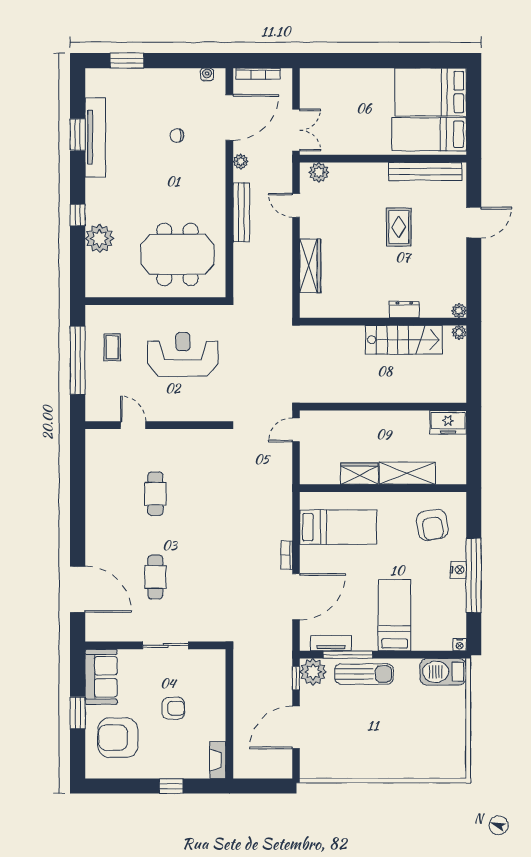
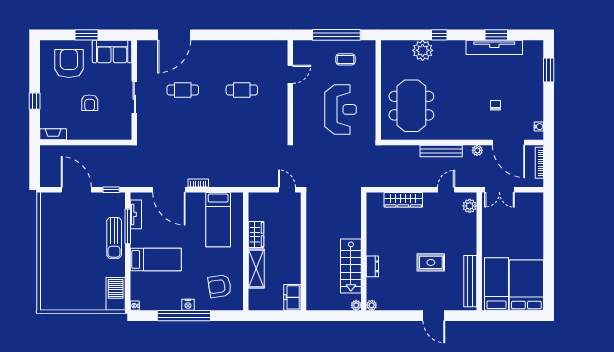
plant: (313, 672) -> (116, 202), removed

